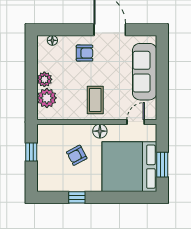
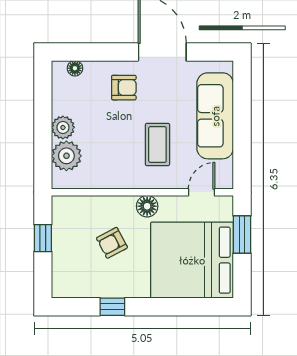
coffee table: (95, 100) -> (157, 144), moved
window: (162, 165) -> (242, 234), moved

